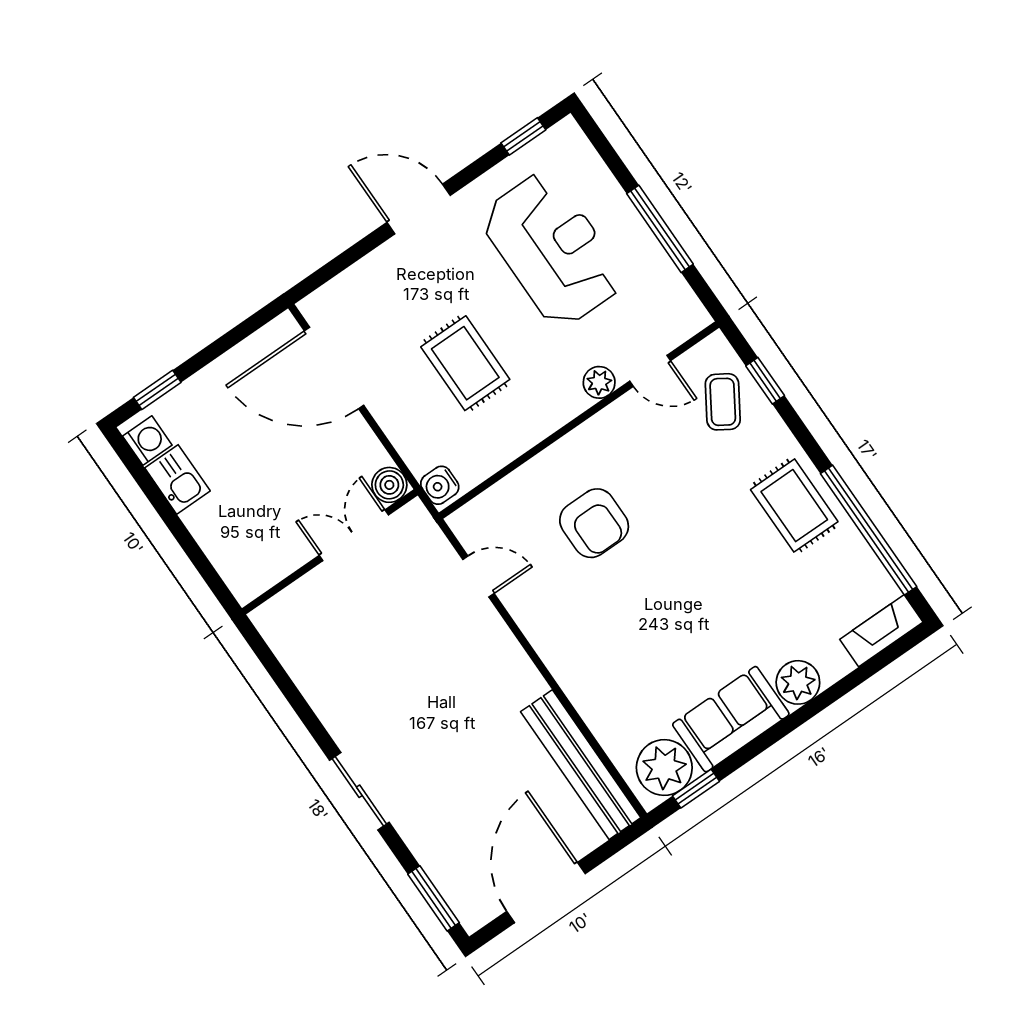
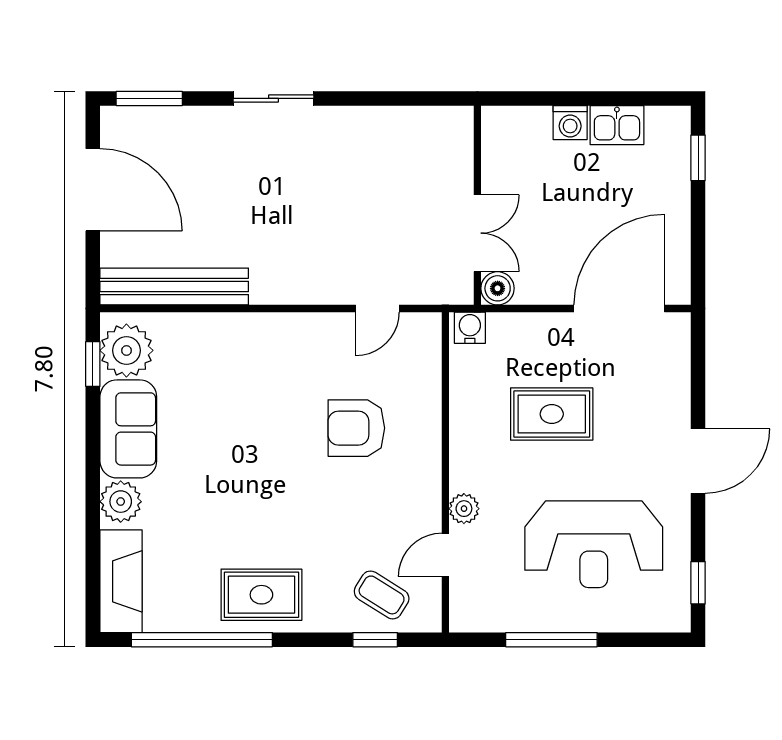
washing machine: (147, 441) -> (570, 123), moved
fireplace: (881, 631) -> (121, 581), width x1.37, depth x1.32

